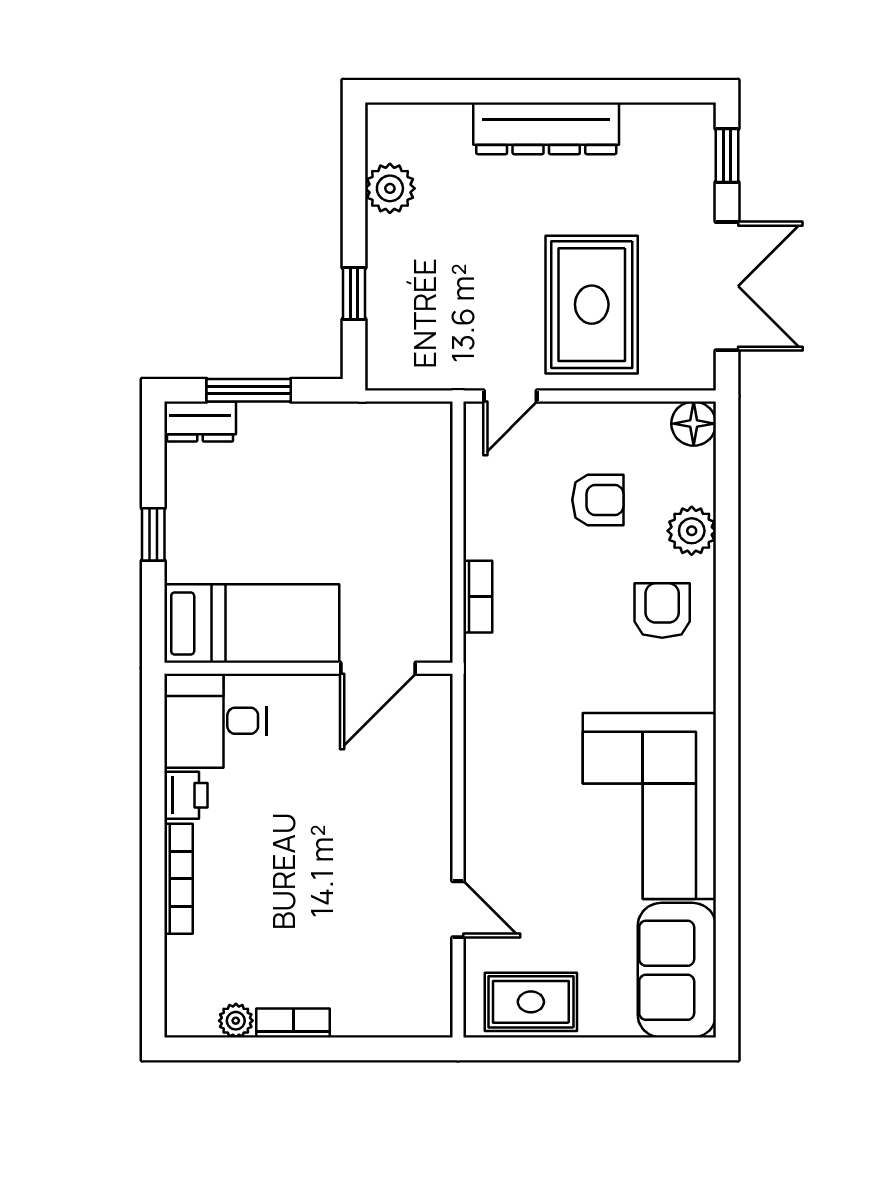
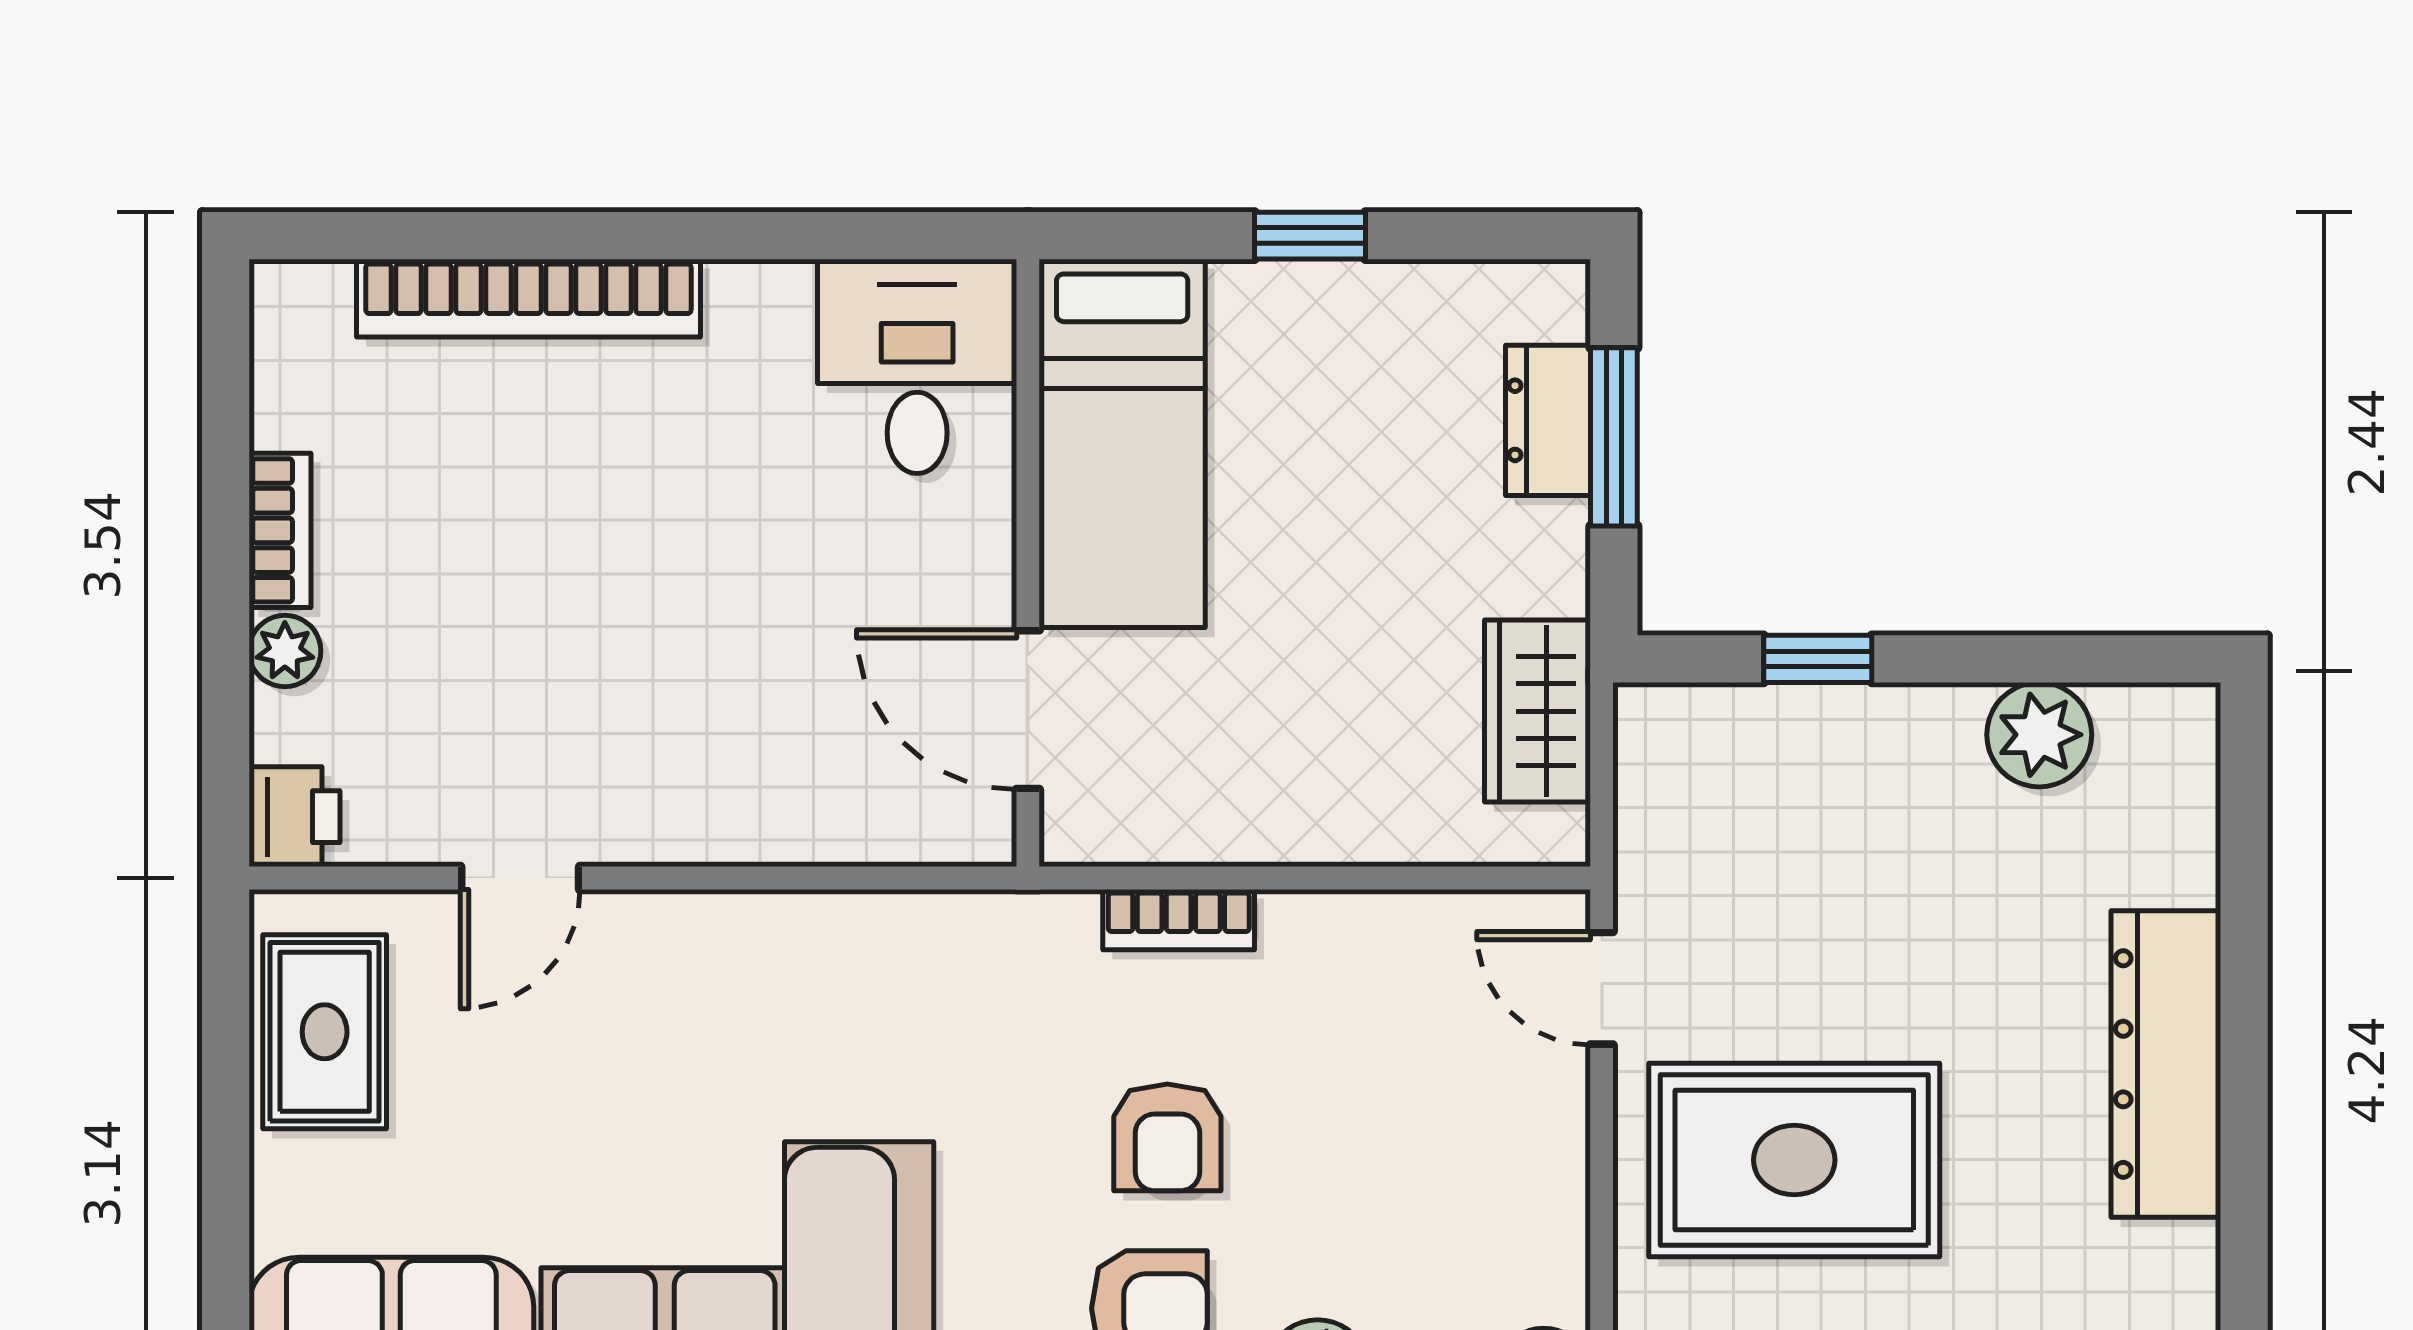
dresser: (200, 421) -> (1548, 420), moved
wardrobe: (379, 426) -> (1538, 711), added
armchair: (598, 500) -> (1167, 1137), moved
printer: (186, 795) -> (295, 817), moved, turned -90
bookcase: (178, 879) -> (528, 298), width x1.48, depth x1.31
plant: (236, 1021) -> (285, 651), moved

